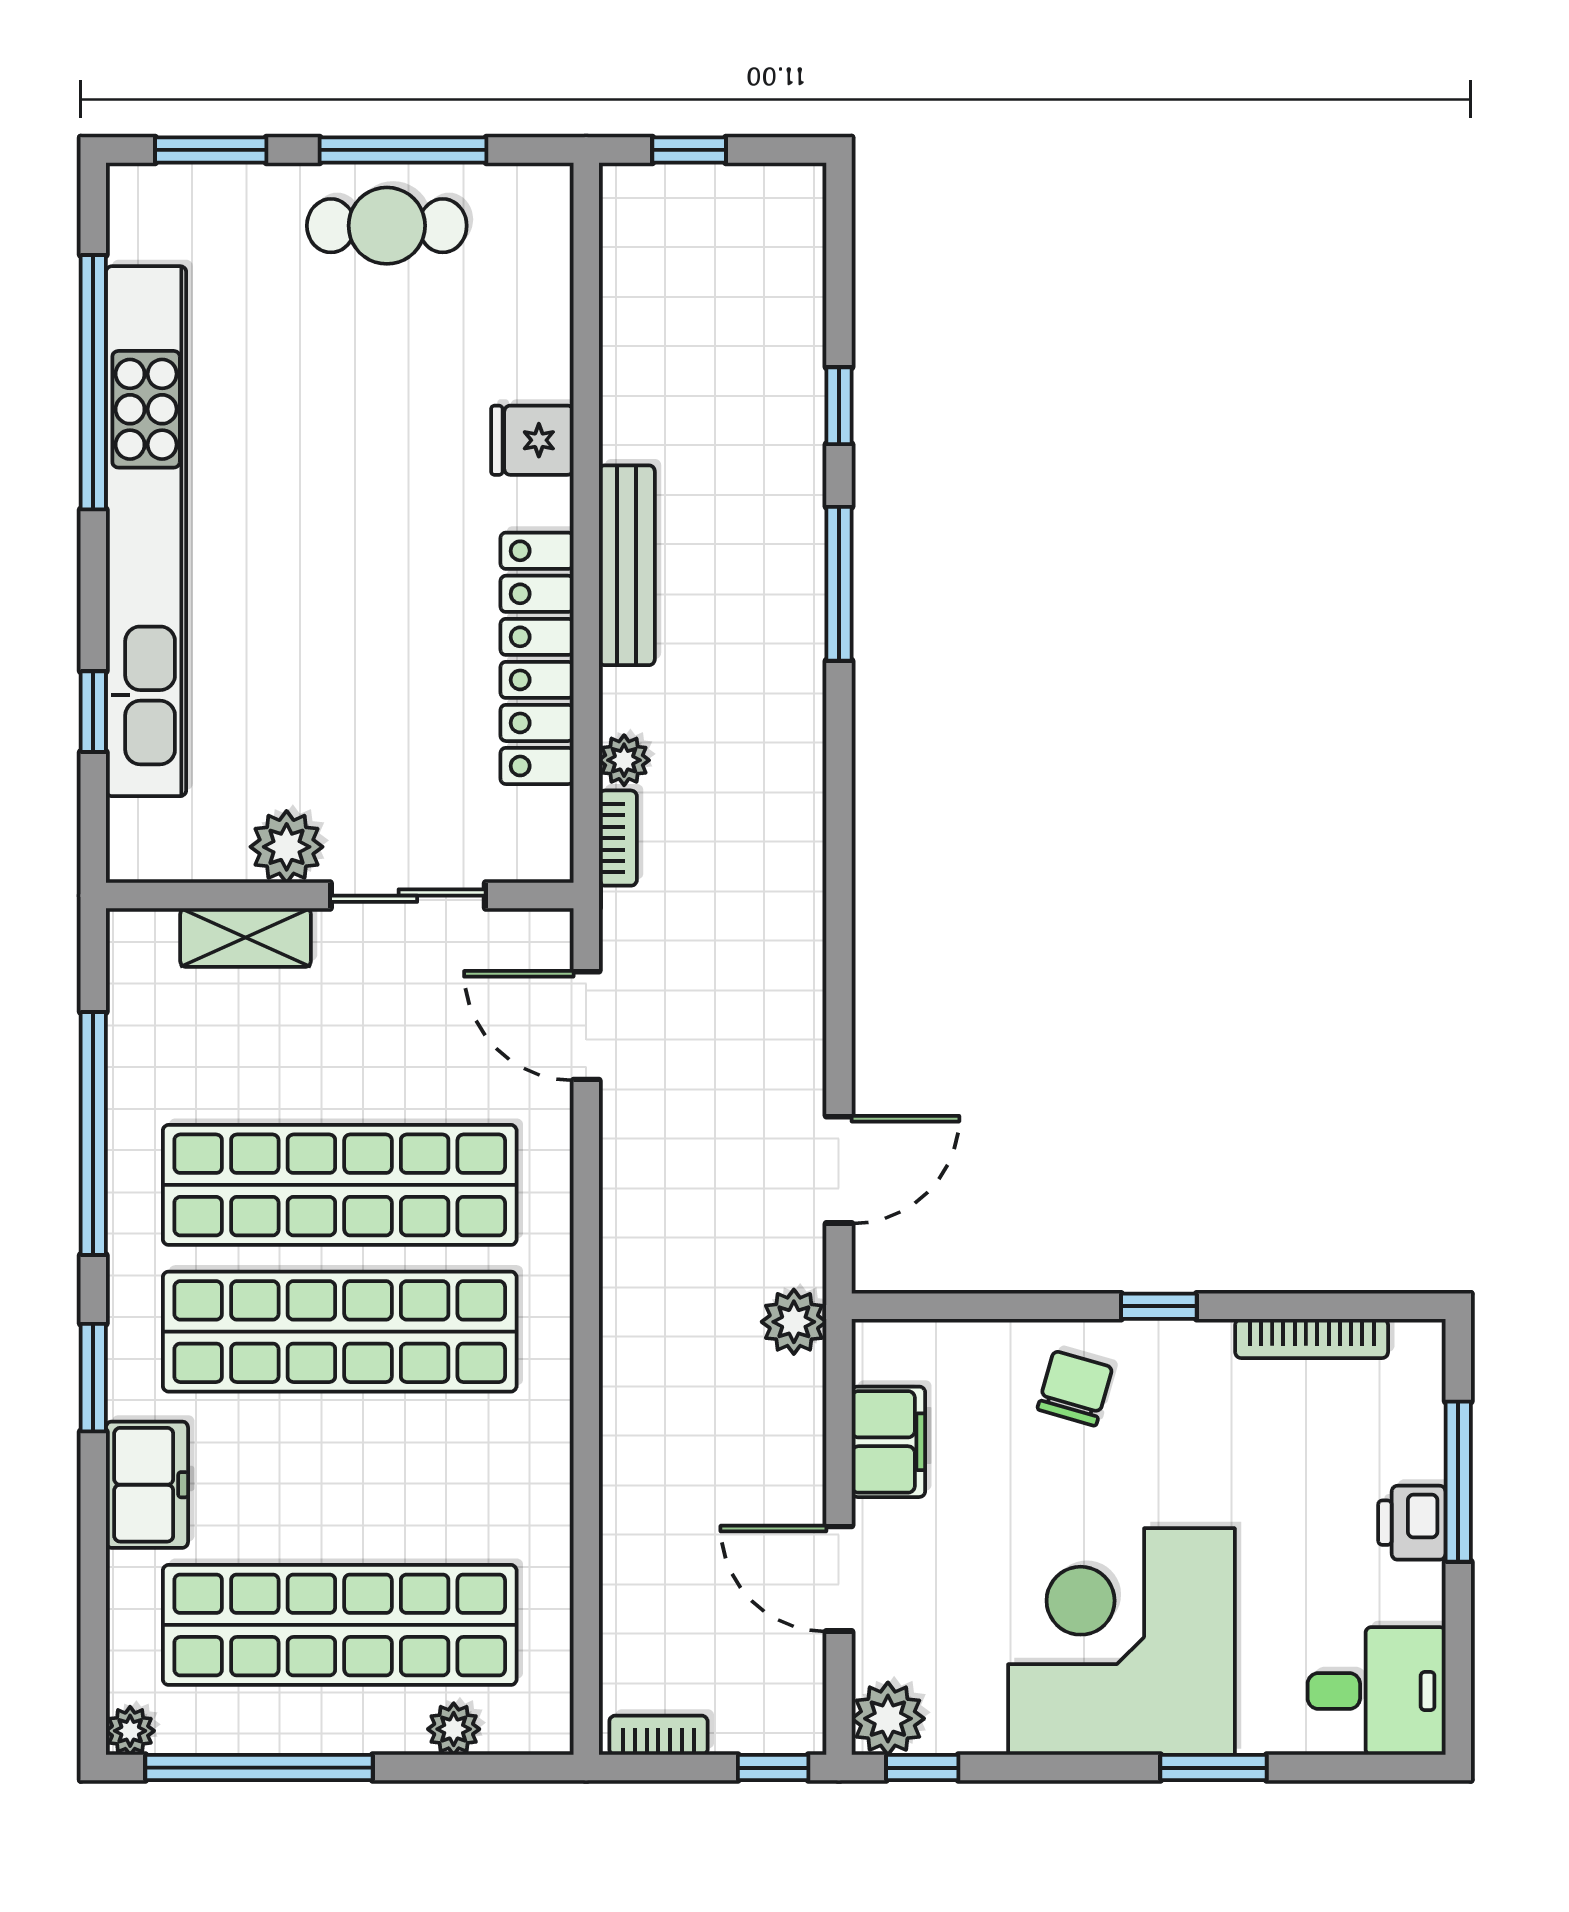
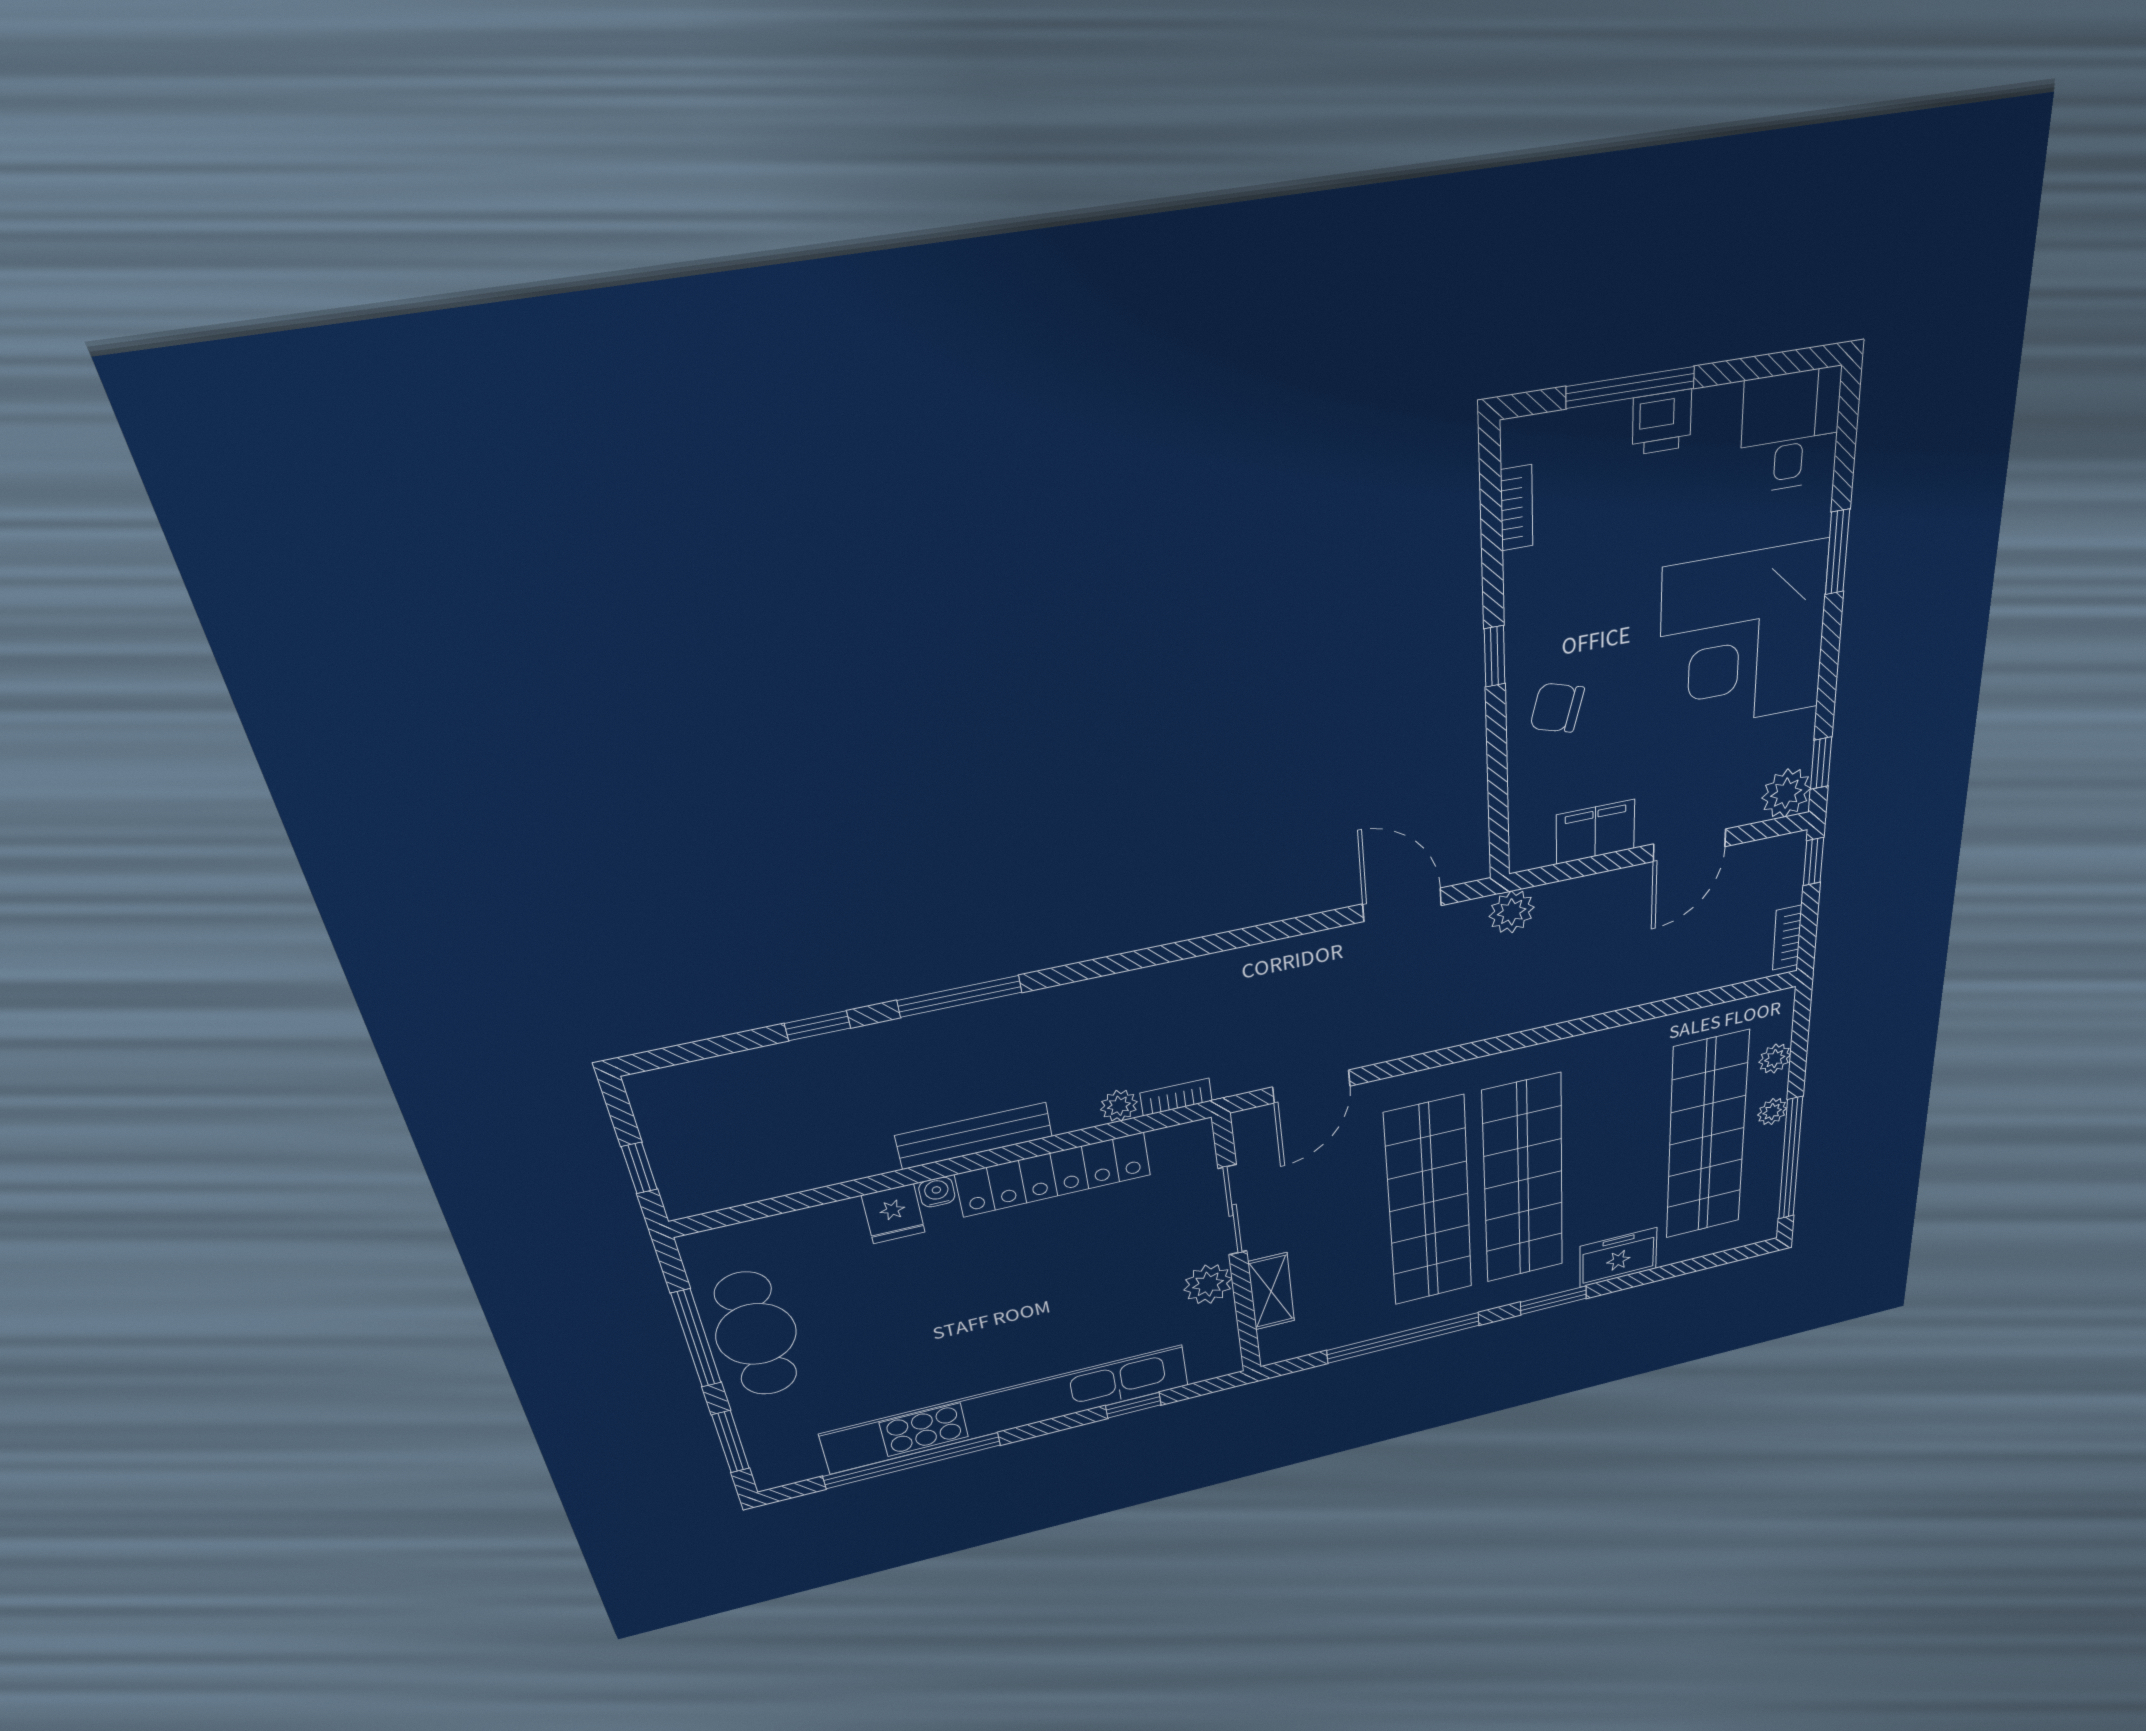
cafe table: (387, 226) -> (756, 1334), width x1.37, depth x1.35
water cooler: (551, 502) -> (937, 1192), added
bookcase: (1312, 1339) -> (1517, 508), width x0.64
plant: (130, 1731) -> (1772, 1112), moved

